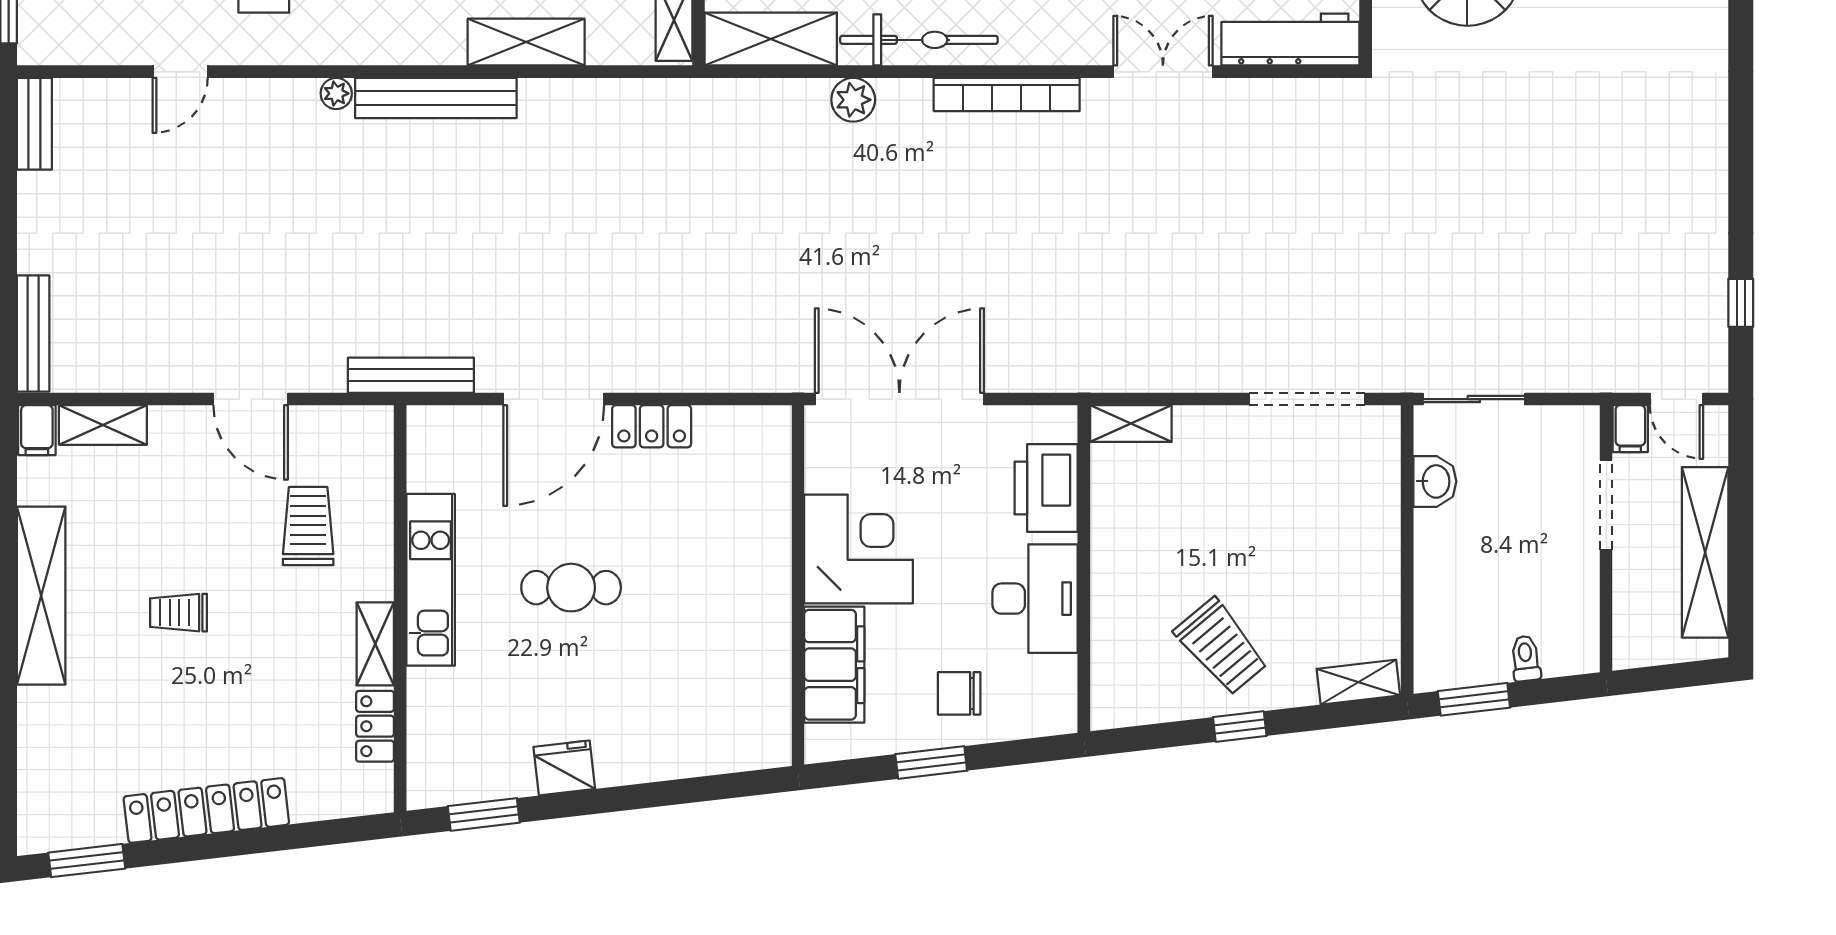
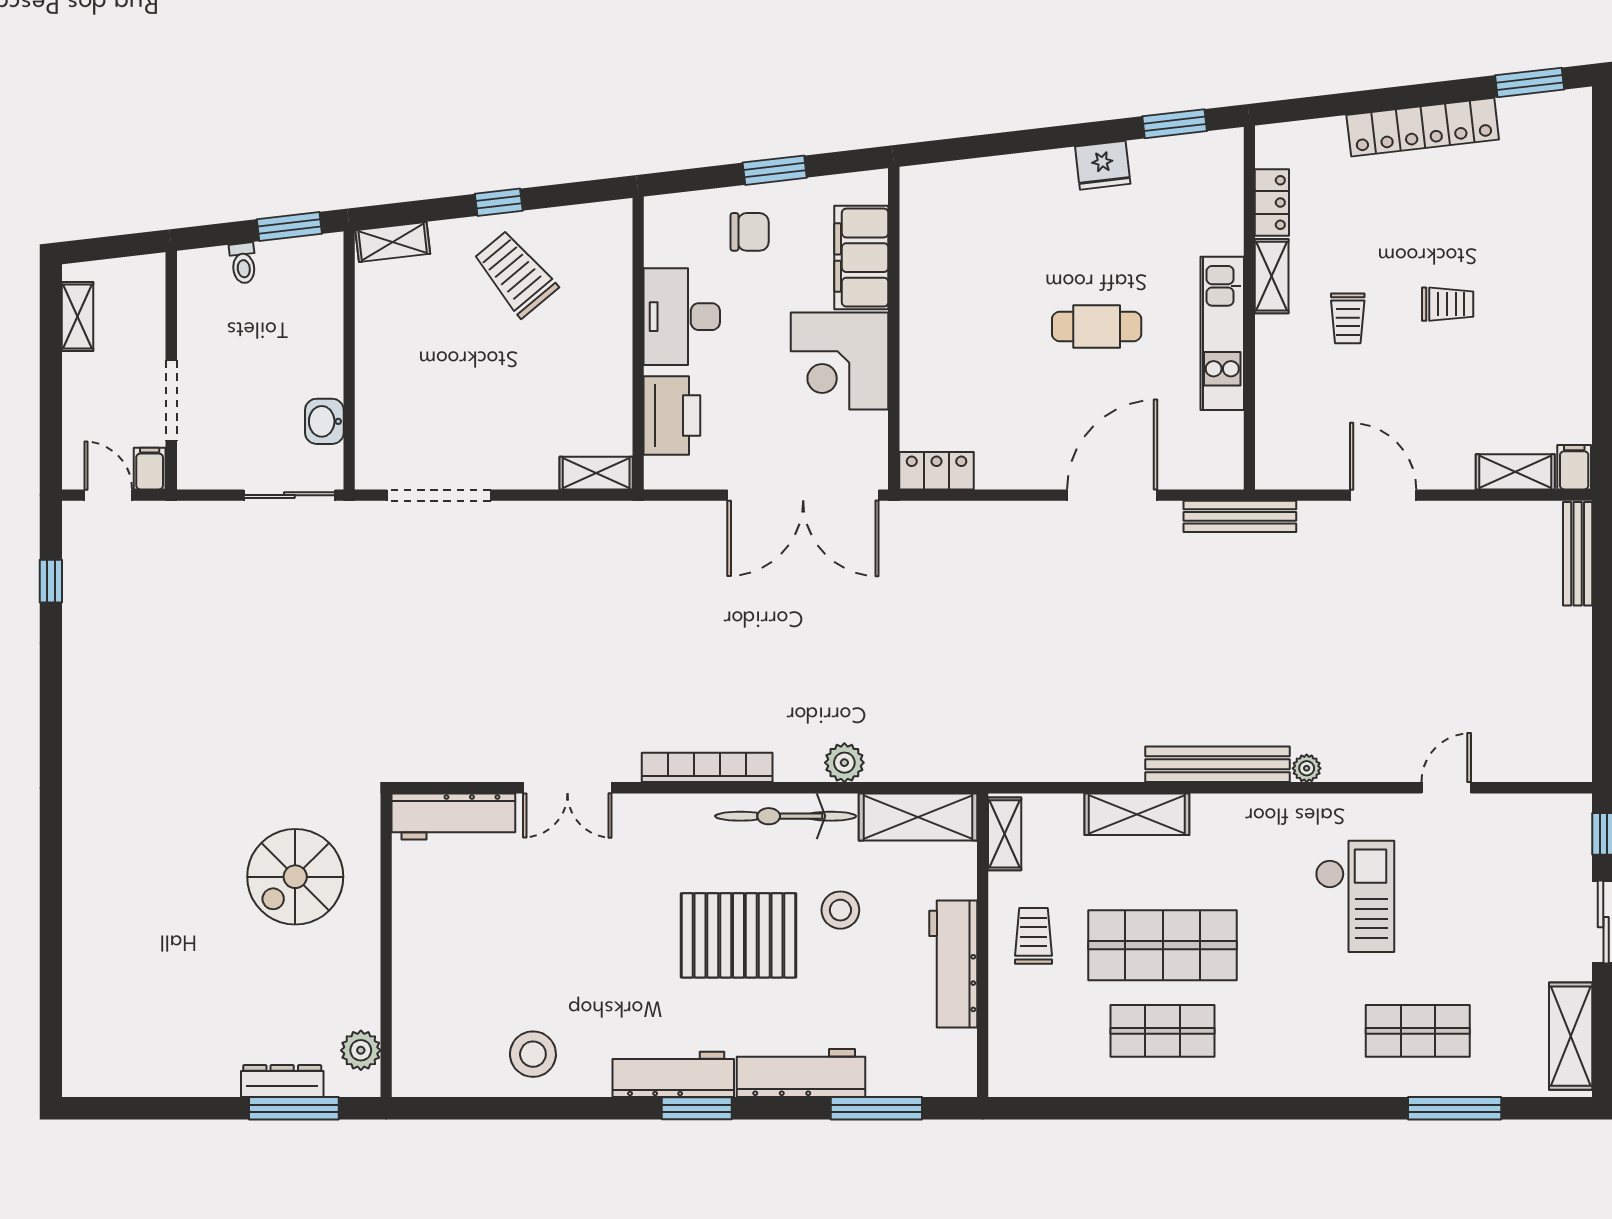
bench: (34, 124) -> (1576, 741), removed
locker: (652, 426) -> (937, 471), moved
trolley: (308, 526) -> (1348, 318), moved, width x0.73, depth x0.72
shelving: (1705, 552) -> (78, 316), width x0.45, depth x0.75
shelving: (41, 596) -> (1570, 319), removed

